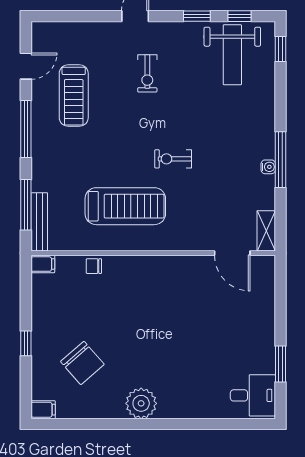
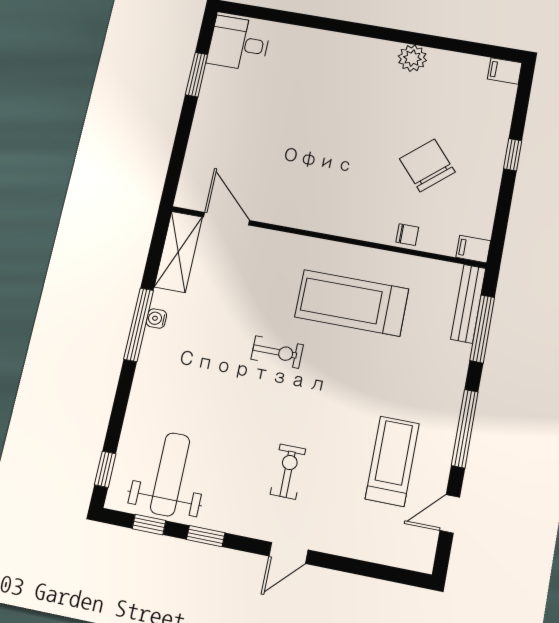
shelving: (266, 231) -> (178, 252), width x1.50, depth x1.33
chair: (82, 363) -> (427, 165), moved
plant: (141, 403) -> (412, 58), moved, width x0.73, depth x0.73

